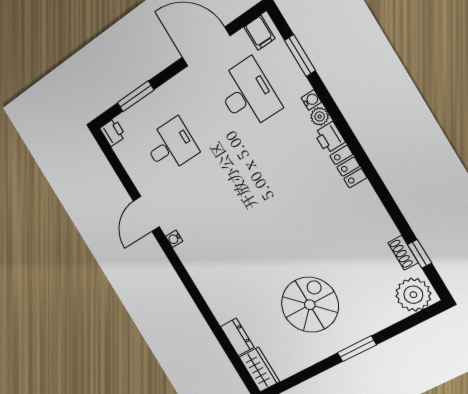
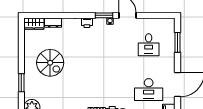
printer: (113, 132) -> (87, 23), moved
window: (171, 255) -> (104, 15), added
window: (357, 349) -> (21, 83), moved

